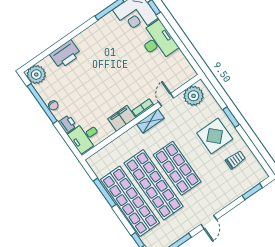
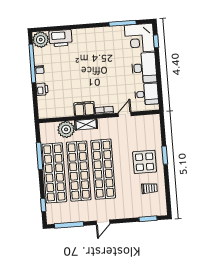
printer: (65, 54) -> (61, 38), moved
plant: (194, 96) -> (66, 129), moved
shelving: (150, 121) -> (86, 124), moved
desk: (85, 137) -> (147, 94), moved, turned 180
shop shelf: (177, 168) -> (103, 169), width x1.40

